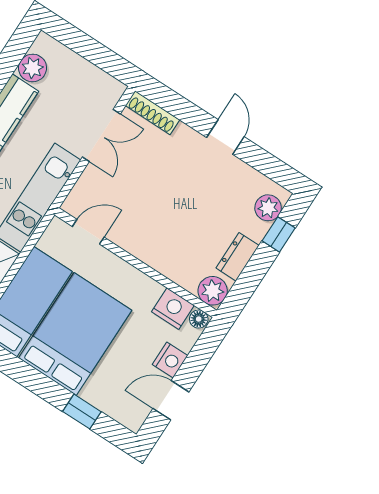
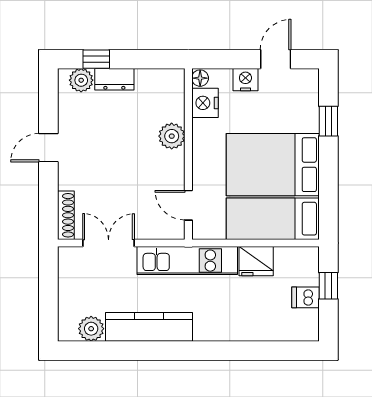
dresser: (238, 257) -> (114, 79), moved
plant: (213, 291) -> (172, 136), moved
door: (171, 400) -> (276, 59), swing flipped

